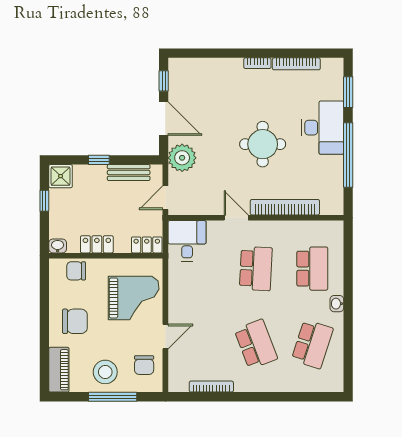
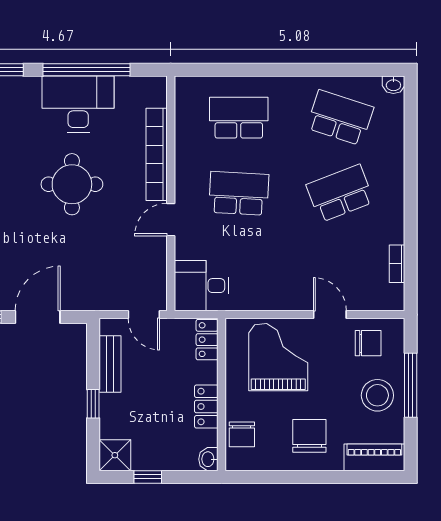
desk: (323, 128) -> (78, 104), moved
plant: (182, 158) -> (90, 292), removed
washbasin: (337, 304) -> (393, 85), moved
bookcase: (211, 387) -> (397, 264), width x0.64

